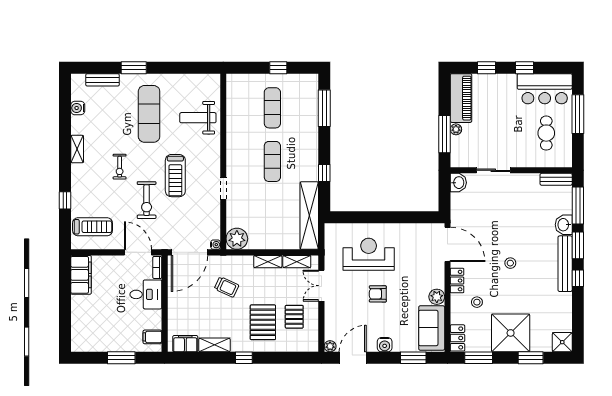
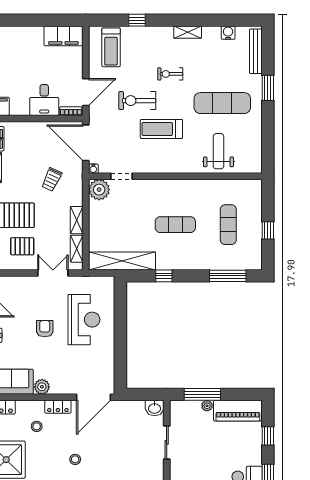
bench: (102, 80) -> (256, 51), width x1.36
exercise mat: (272, 108) -> (228, 225), turned 90
doorway: (223, 188) -> (121, 176), moved

